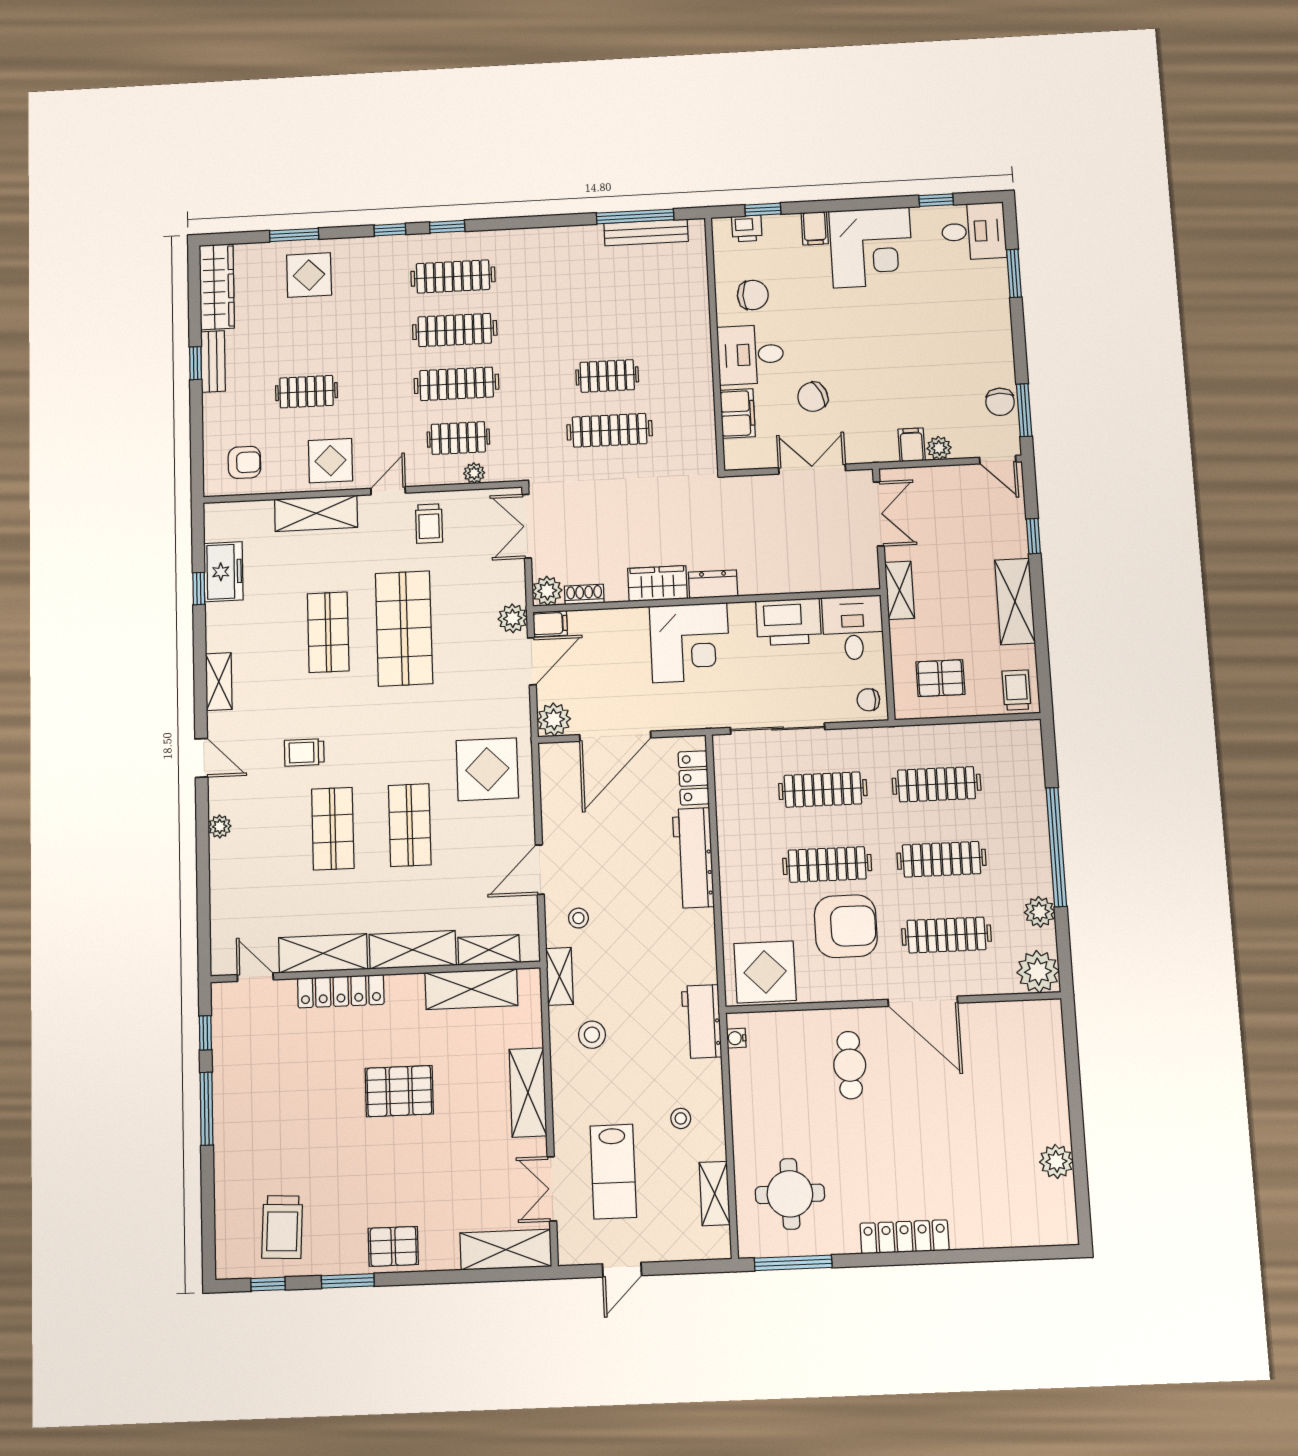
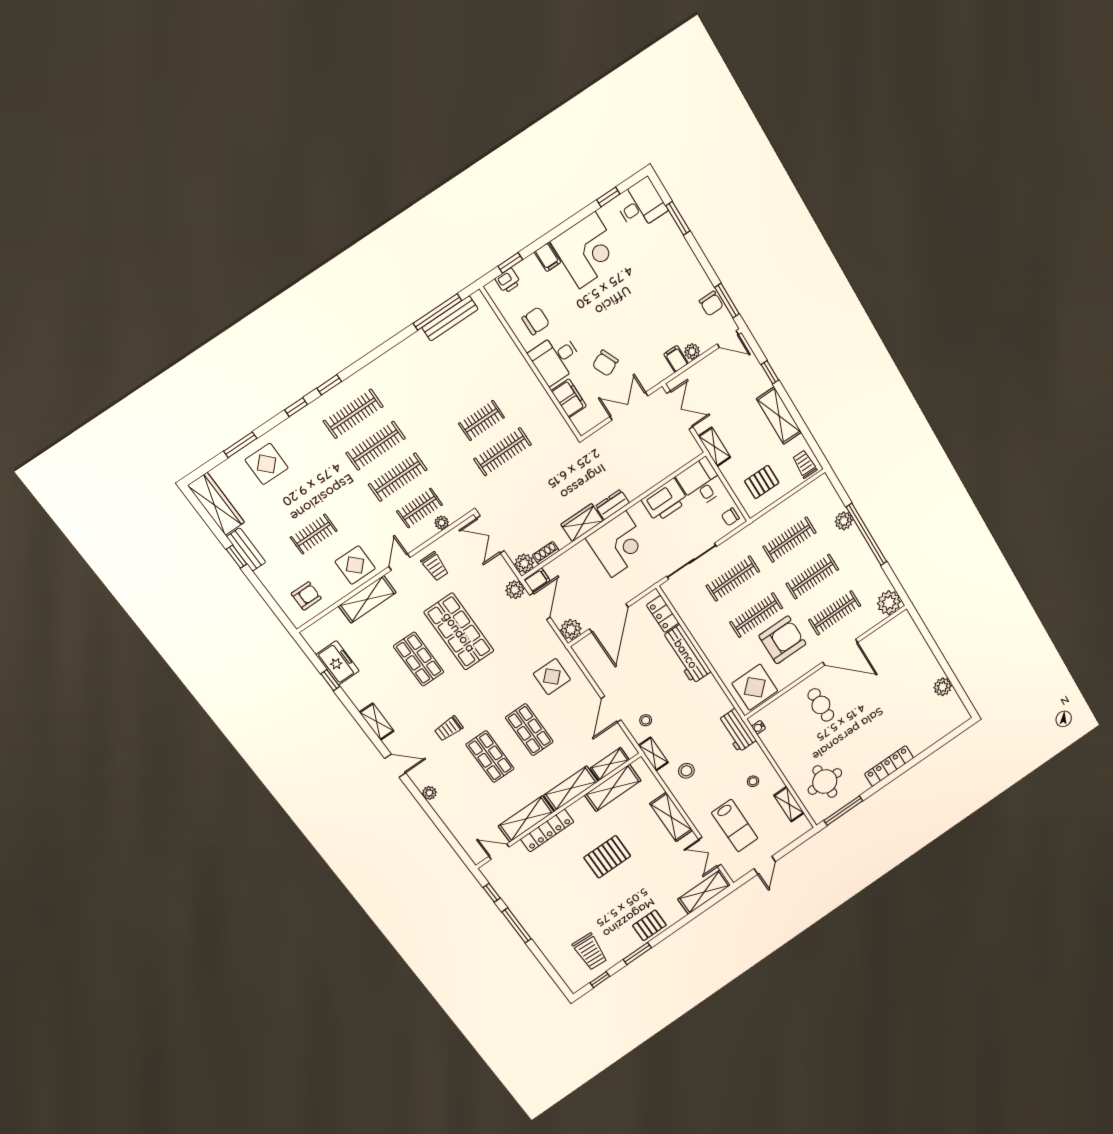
display table: (487, 769) -> (552, 677), width x0.73, depth x0.73
plant: (1040, 912) -> (844, 521), moved

